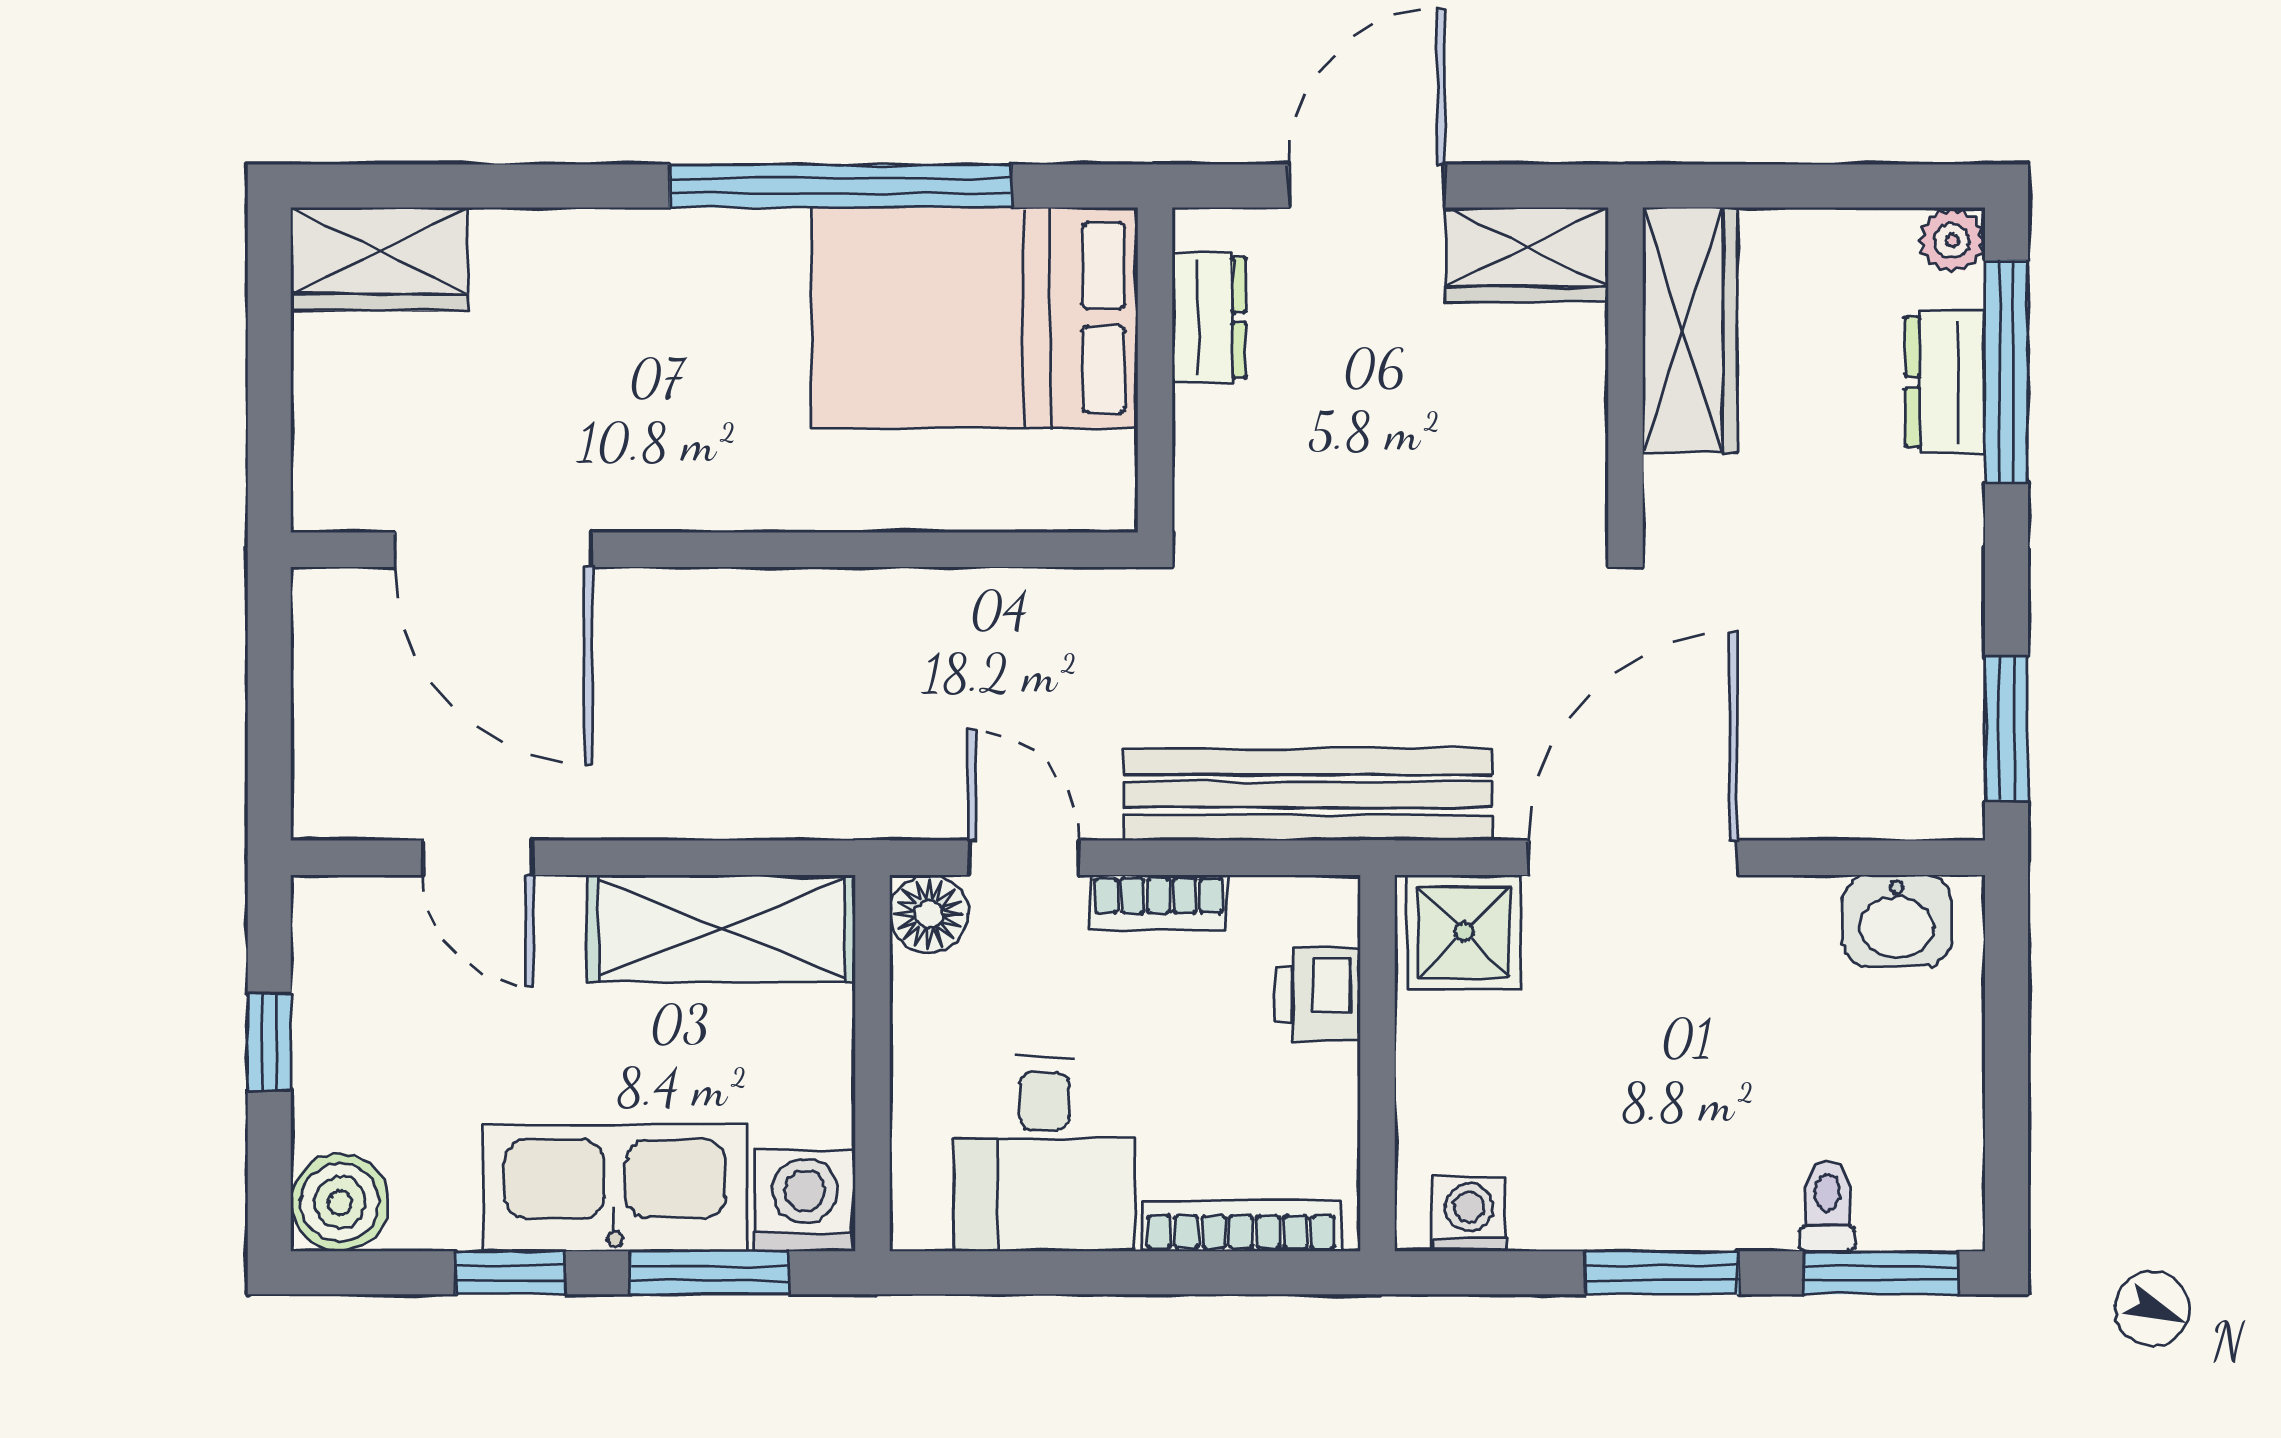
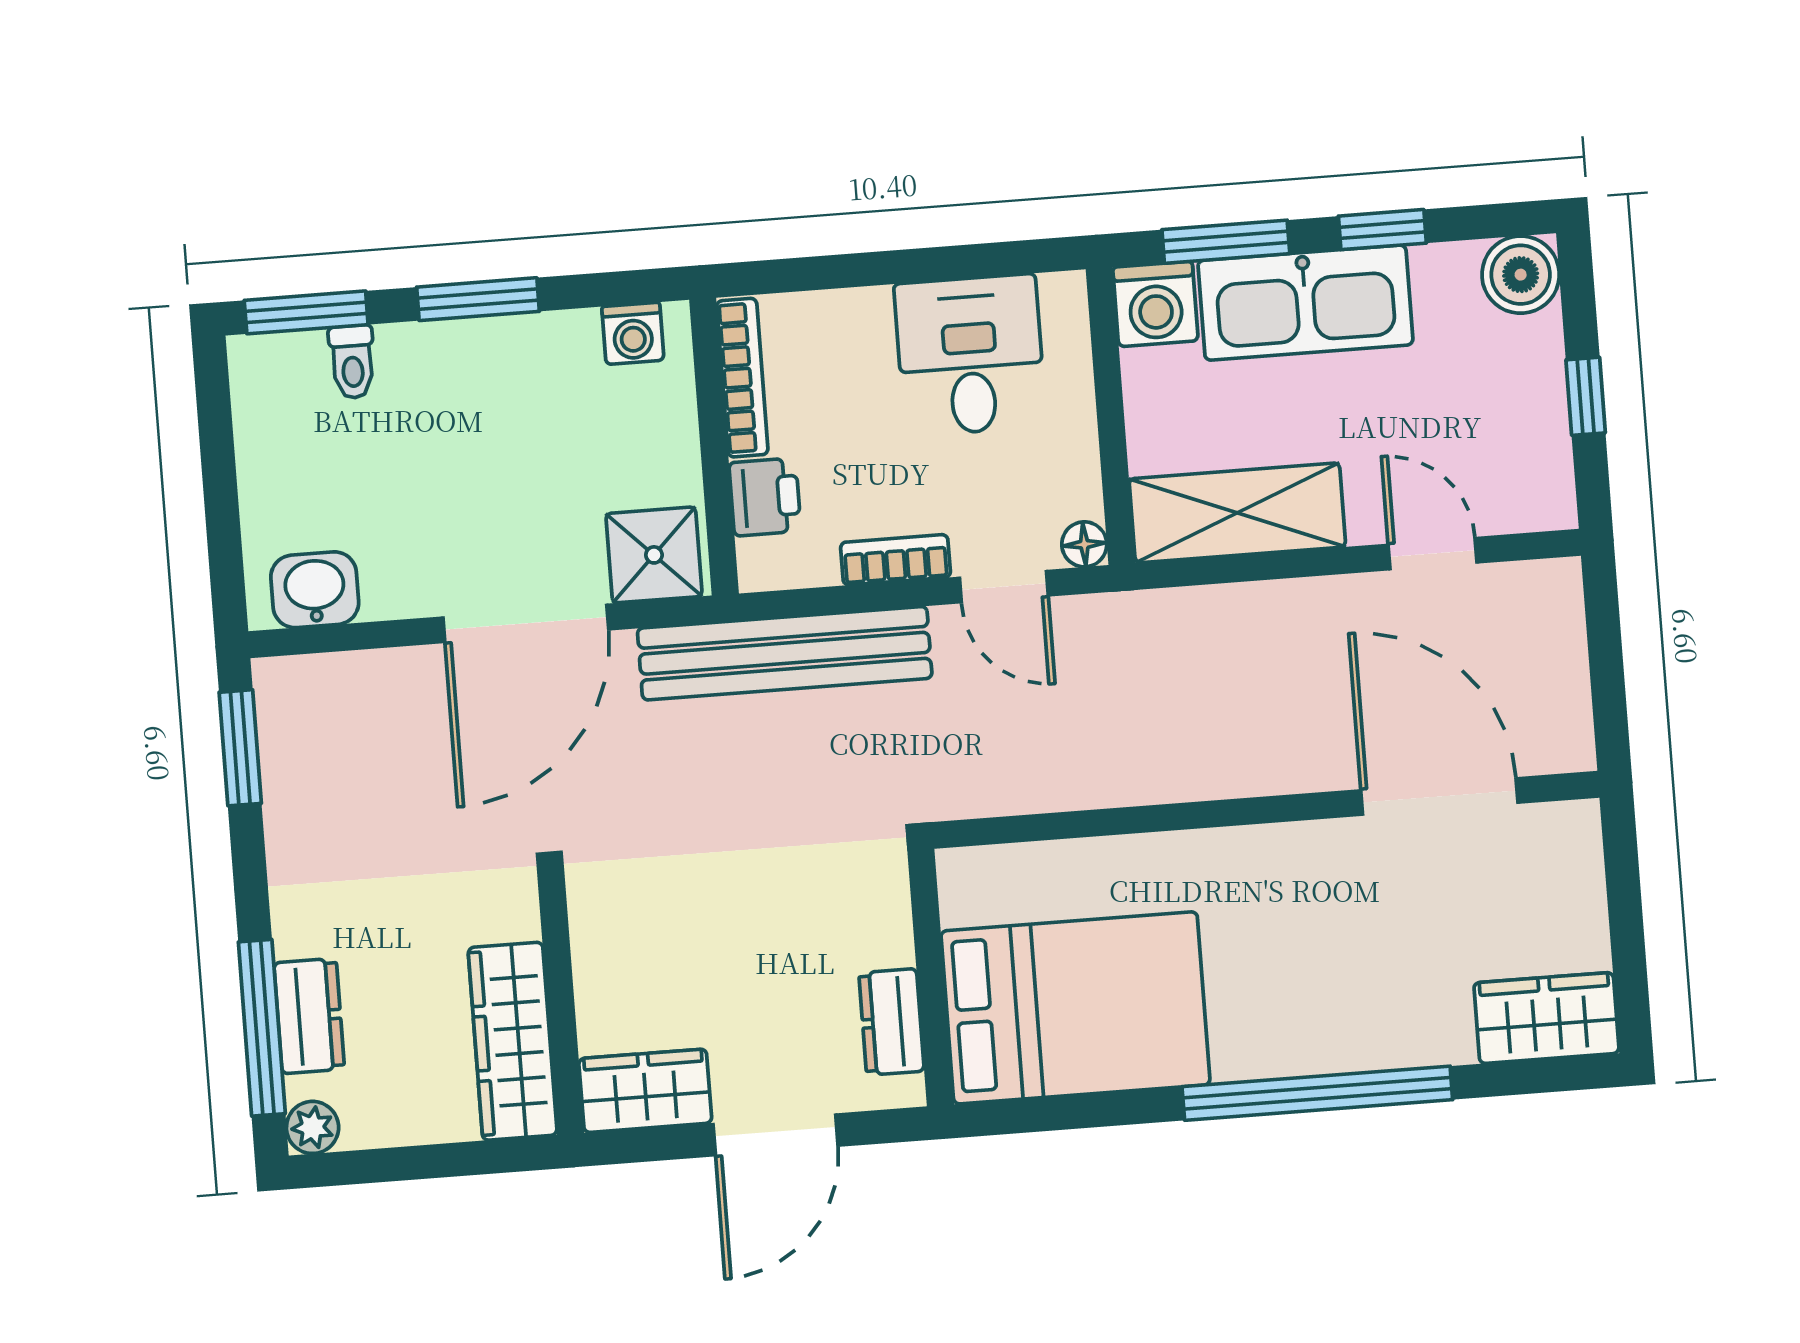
window: (840, 186) -> (1317, 1093), moved
floor lamp: (929, 914) -> (1084, 544), width x0.73, depth x0.73
bookcase: (1241, 1226) -> (742, 378), moved, turned -90

